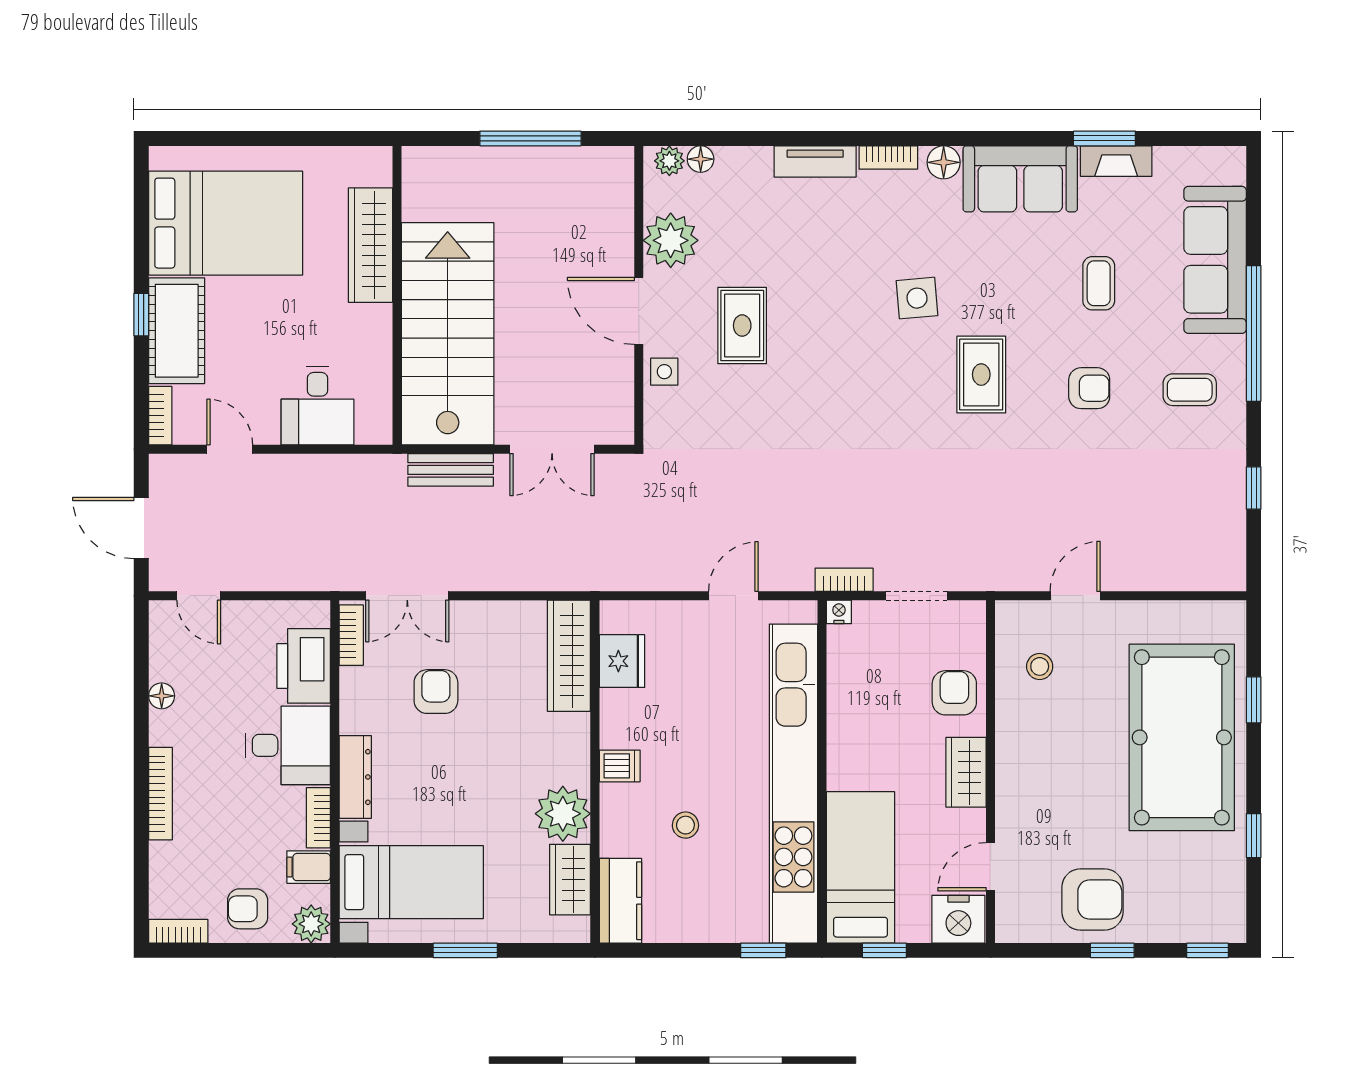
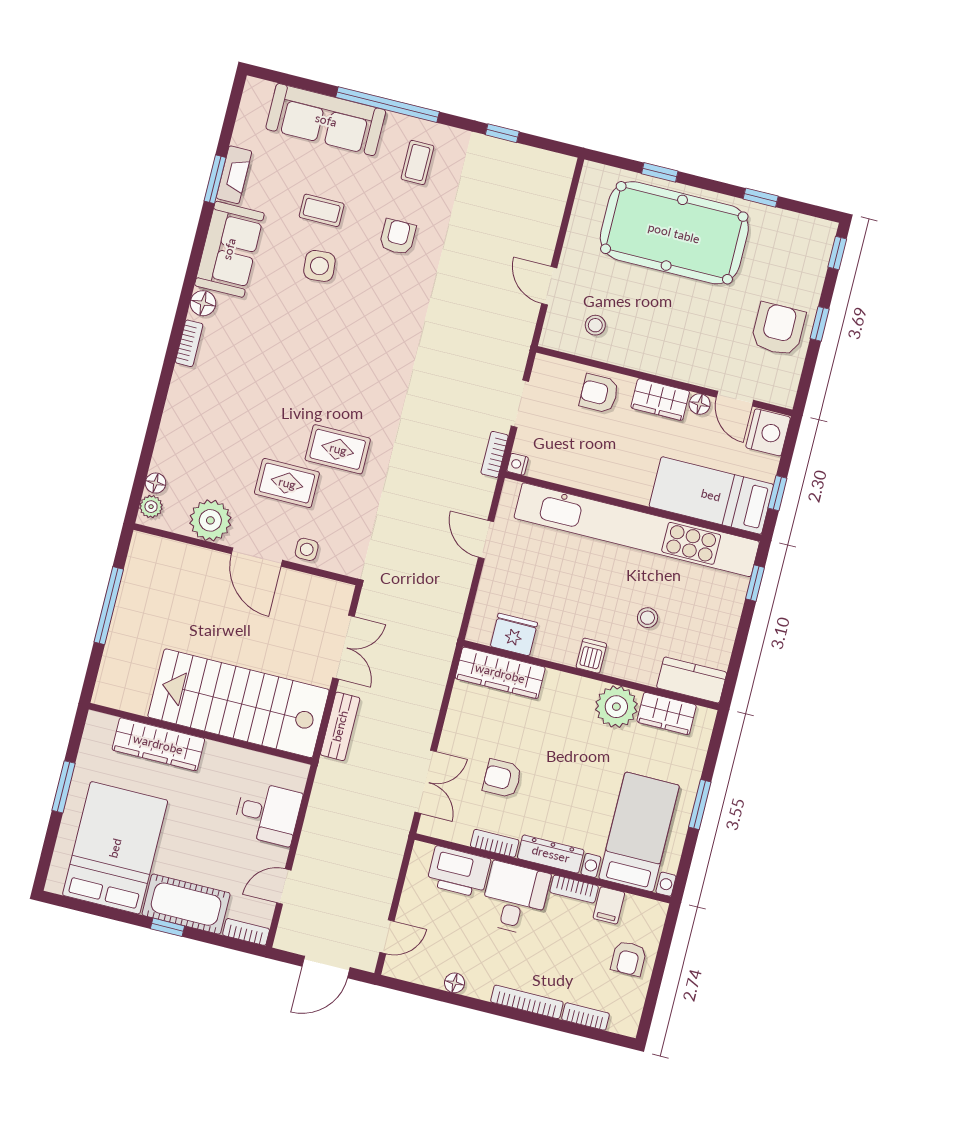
window: (287, 138) -> (64, 787), added
tv unit: (815, 161) -> (179, 398), removed
side table: (917, 298) -> (319, 266), moved
door: (639, 311) -> (257, 557), hinge flipped
rug: (981, 375) -> (338, 449), moved
bookcase: (351, 635) -> (495, 843), moved
floor lamp: (973, 824) -> (700, 404), added
plant: (311, 924) -> (652, 914), removed
bookcase: (178, 931) -> (586, 1016), moved, turned 90

